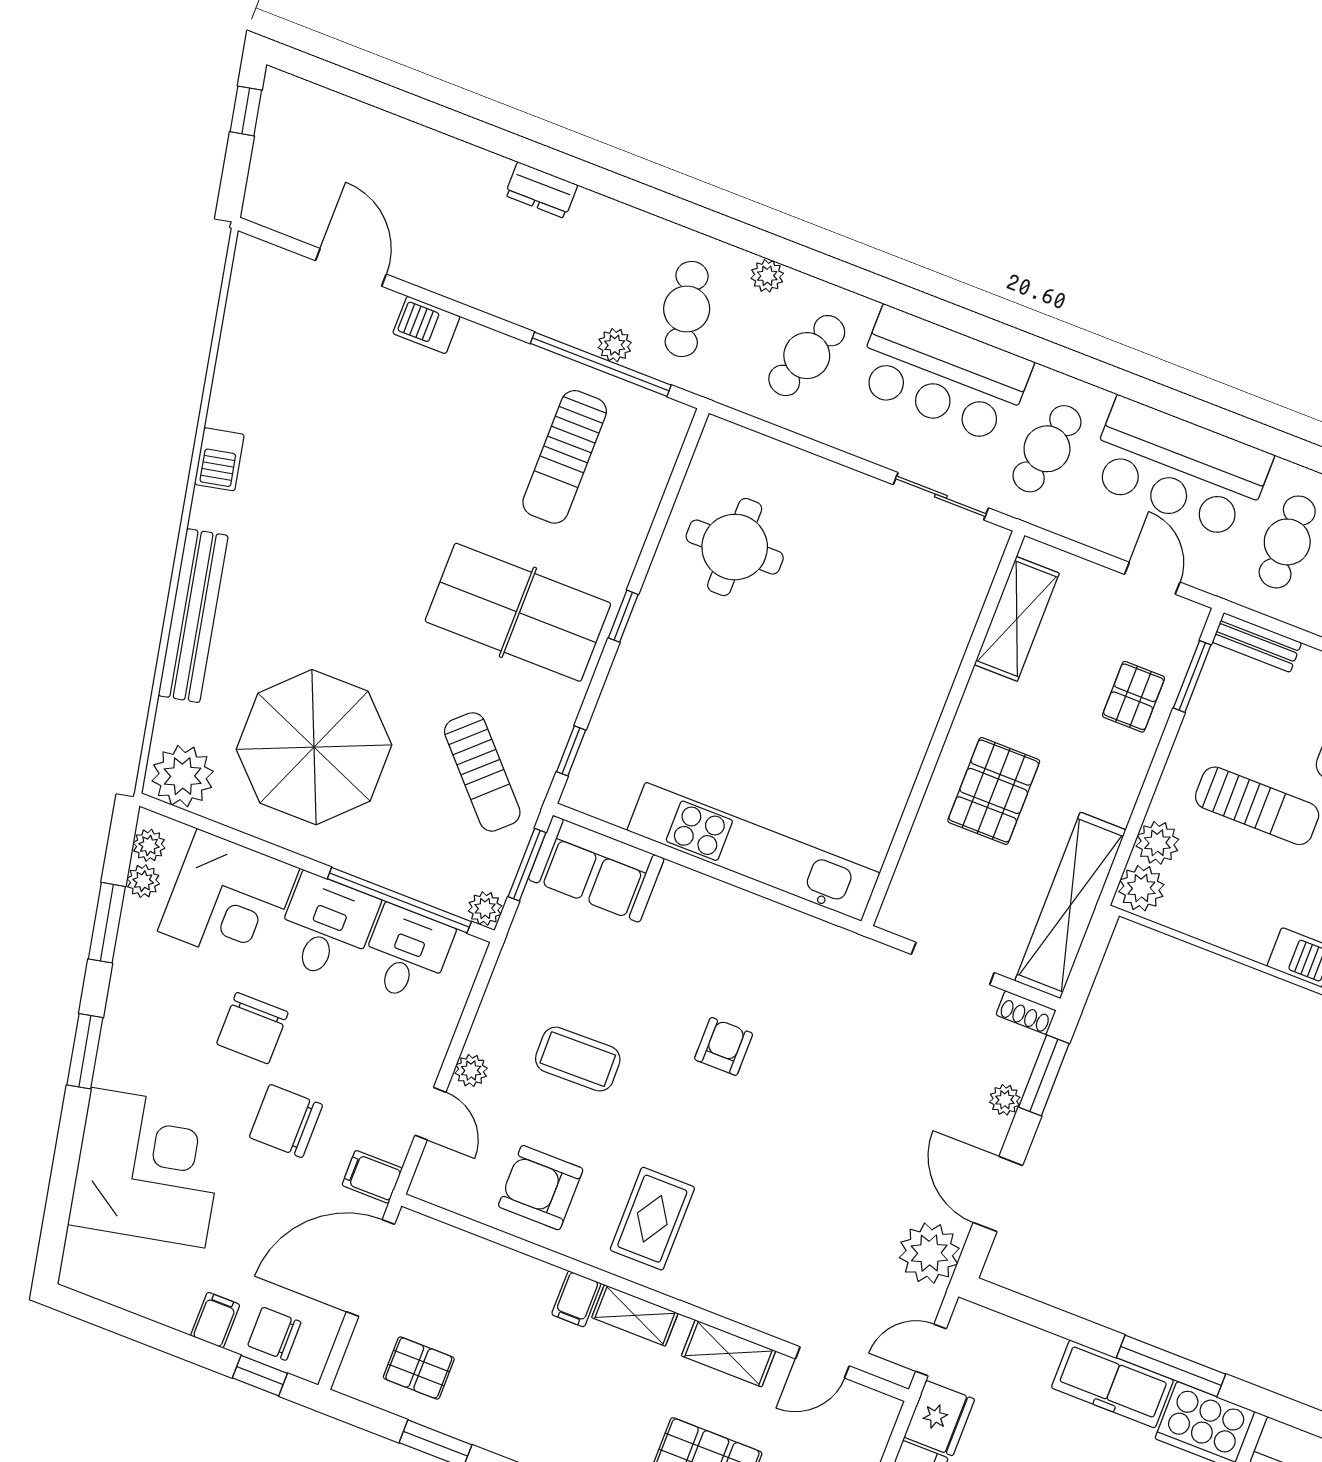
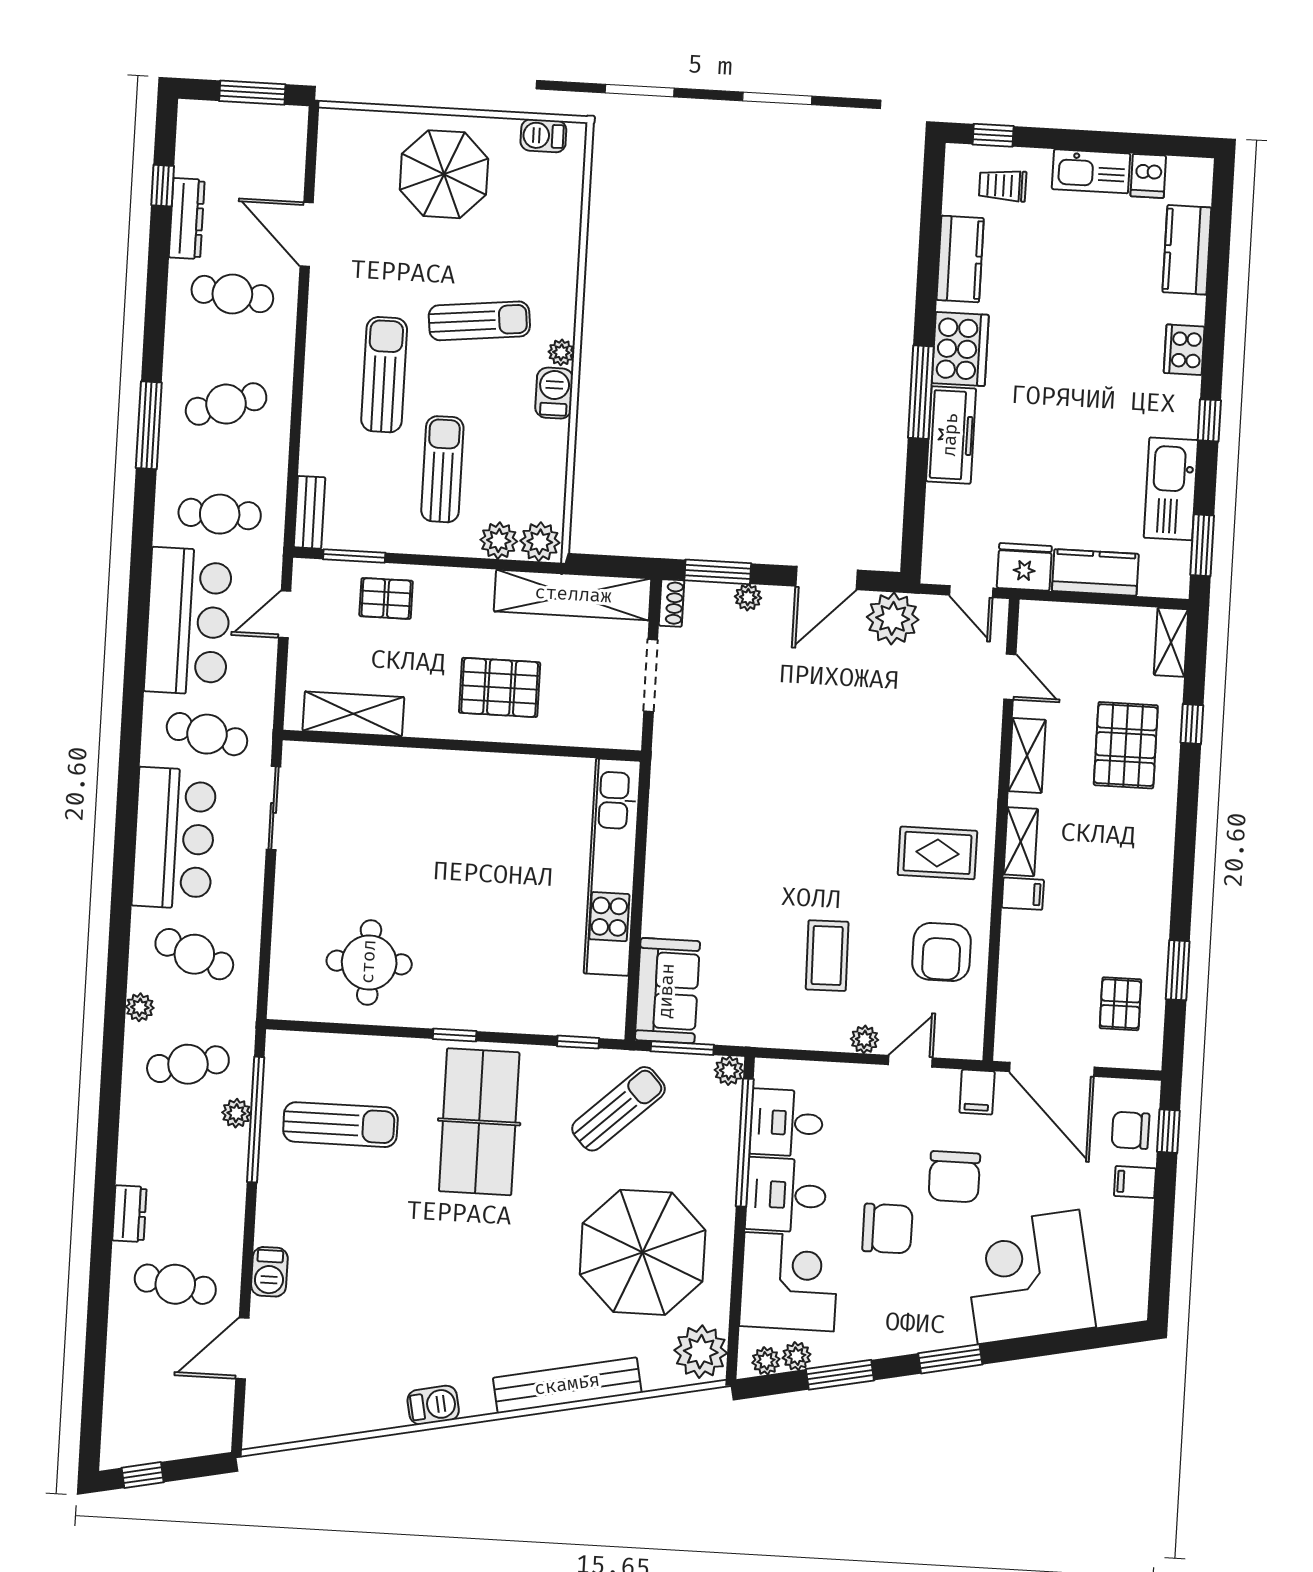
cafe table: (446, 216) -> (175, 1284), added
armchair: (724, 1046) -> (779, 840), removed
chair: (274, 1334) -> (1131, 1130), turned 90

